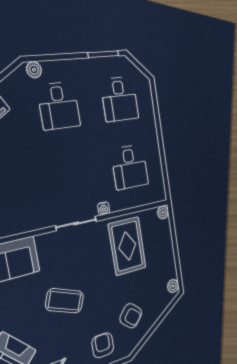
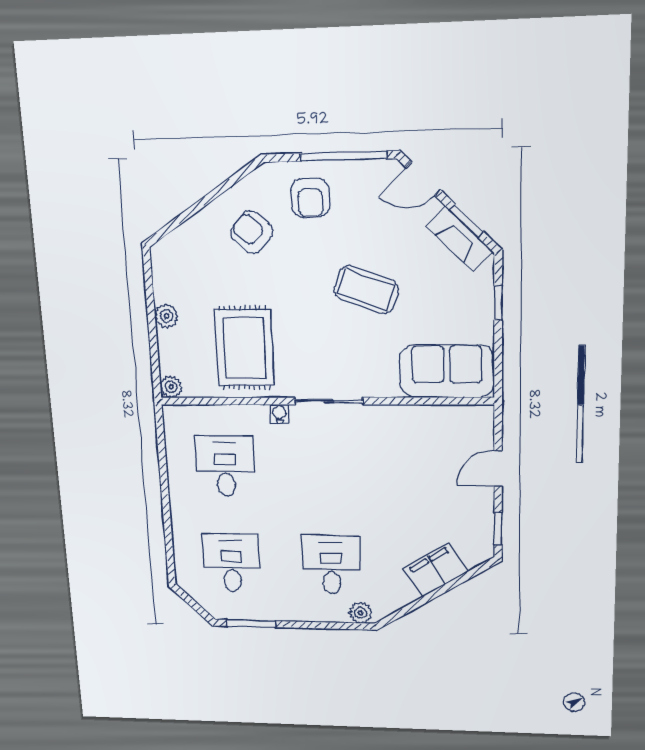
plant: (173, 286) -> (166, 316), moved

